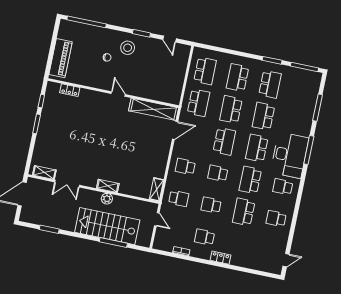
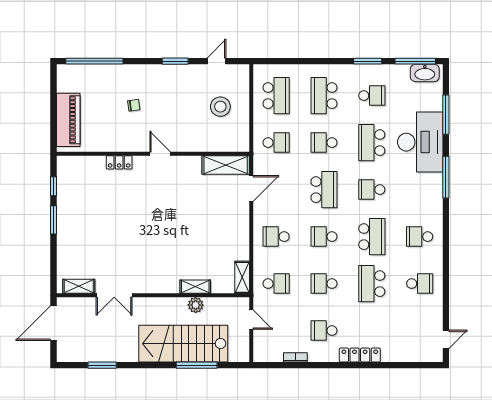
door: (170, 39) -> (217, 61), swing flipped
stool: (128, 48) -> (220, 107), moved
washbasin: (309, 76) -> (425, 73), added
school desk: (270, 84) -> (372, 96), width x0.54
locker: (70, 90) -> (119, 162), moved
school desk: (198, 103) -> (276, 143), width x0.54
shelving: (154, 109) -> (226, 165), width x0.68
school desk: (231, 109) -> (324, 143), width x0.54
school desk: (257, 148) -> (372, 190), width x0.54
desk: (290, 155) -> (420, 142), moved
school desk: (250, 180) -> (372, 237), turned 180
shelving: (108, 186) -> (195, 287), moved
plant: (107, 199) -> (196, 305), moved
school desk: (276, 219) -> (420, 284), turned 180
locker: (220, 258) -> (360, 355), width x1.53

